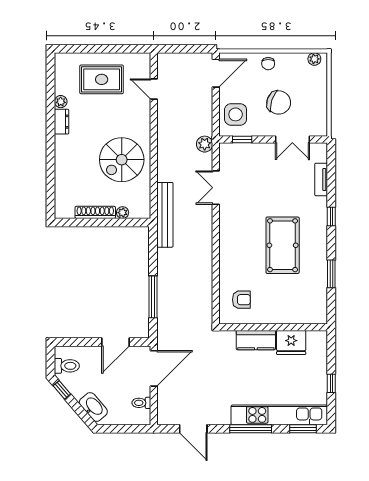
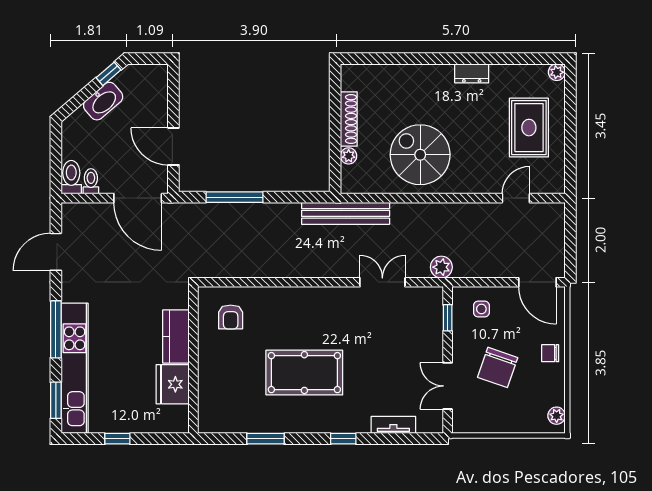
plant: (61, 102) -> (557, 72), moved
side table: (236, 114) -> (481, 309), width x0.54, depth x0.54
toilet: (67, 366) -> (71, 177), moved, turned 180
washbasin: (93, 407) -> (103, 101), moved

